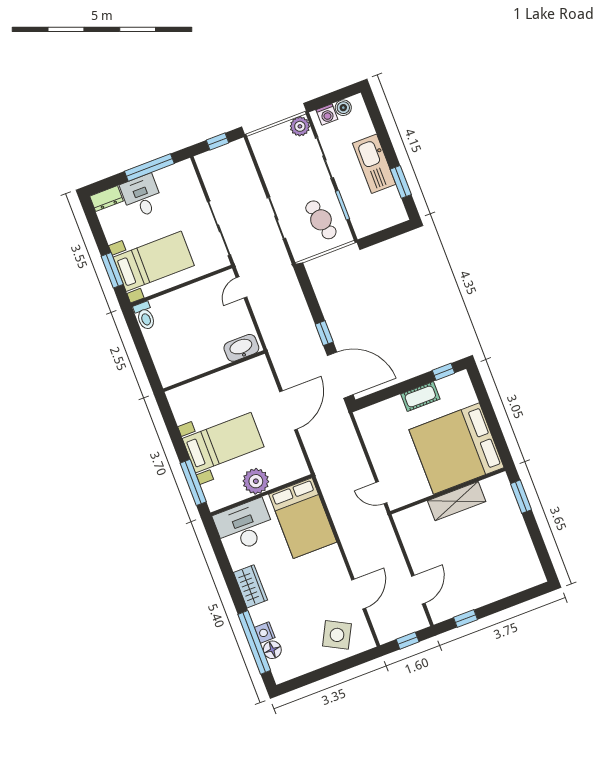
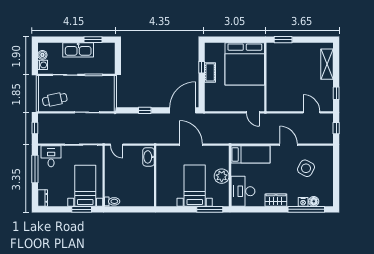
plant: (300, 126) -> (44, 82), removed
desk: (142, 196) -> (51, 156), moved, turned 90
cafe table: (321, 220) -> (55, 99), moved
window: (324, 333) -> (145, 110), moved
window: (444, 372) -> (202, 67), moved
door: (381, 493) -> (253, 112), hinge flipped
shelving: (457, 501) -> (327, 64), moved
bed: (303, 518) -> (250, 154), width x0.67
door: (359, 594) -> (289, 145), moved
side table: (337, 635) -> (306, 168), moved

